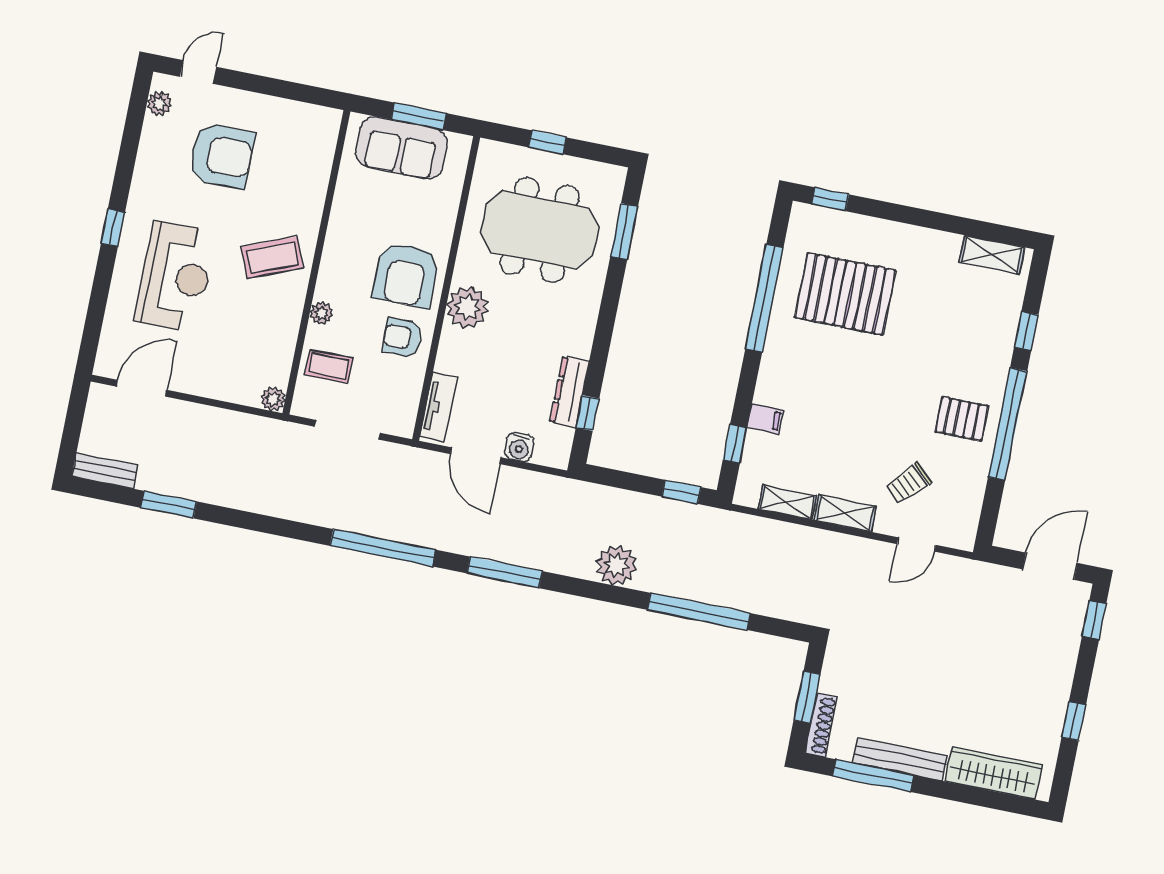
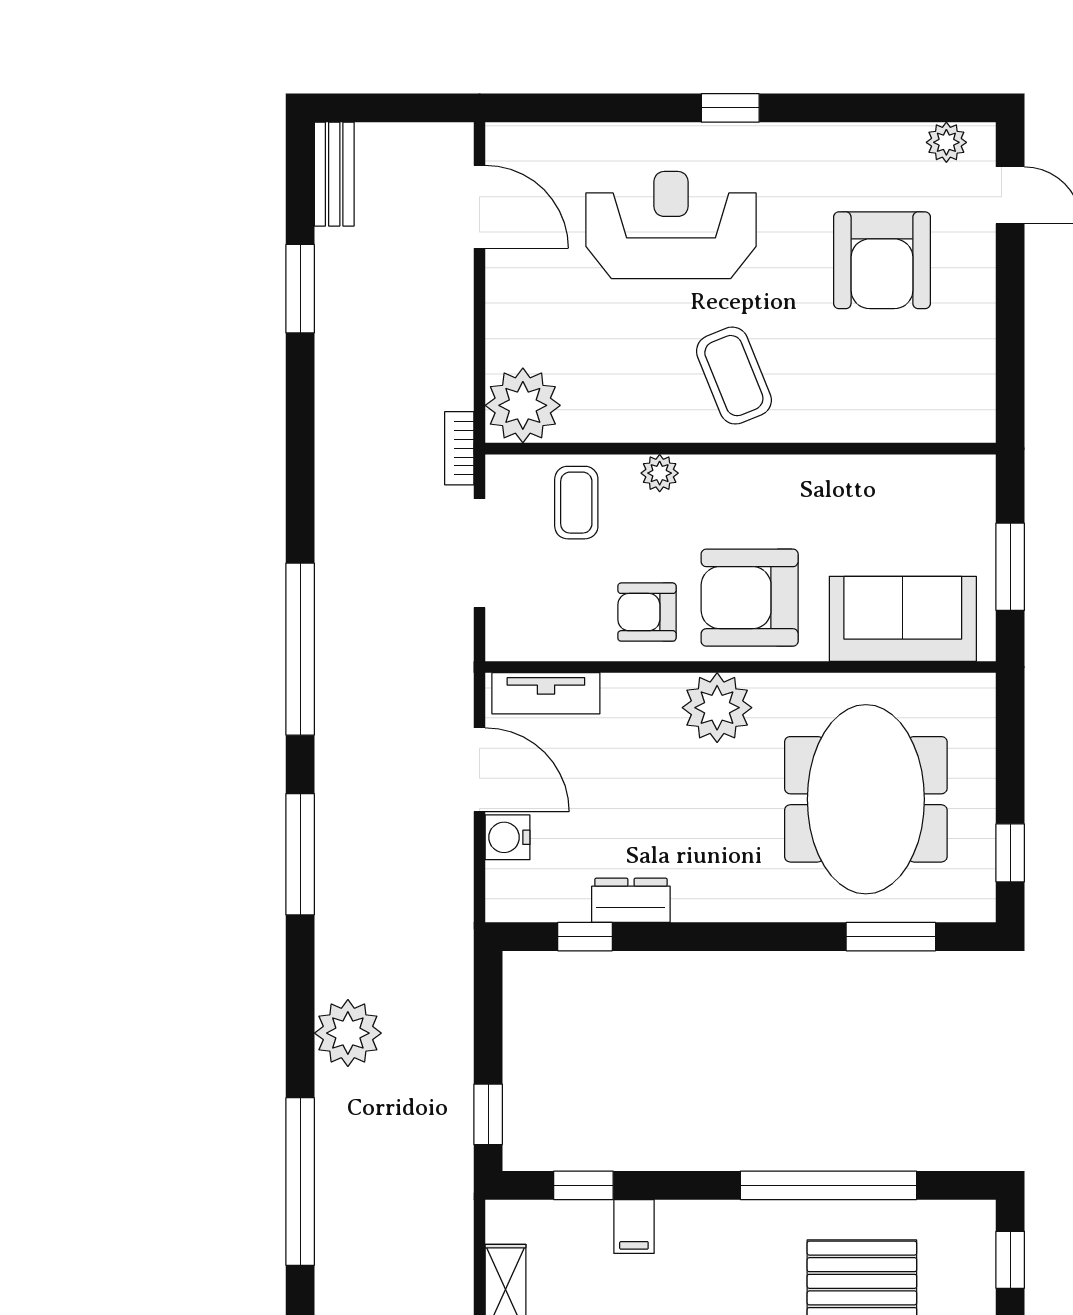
window: (547, 142) -> (1010, 853), moved
sofa: (401, 148) -> (903, 619), moved, turned 90
reception desk: (175, 277) -> (671, 225), turned 180
armchair: (402, 337) -> (647, 612), turned -90
dresser: (569, 392) -> (631, 900), width x0.70
plant: (273, 399) -> (523, 405), width x1.88, depth x1.88
bookcase: (283, 429) -> (459, 448), added
door: (476, 456) -> (480, 770), swing flipped

